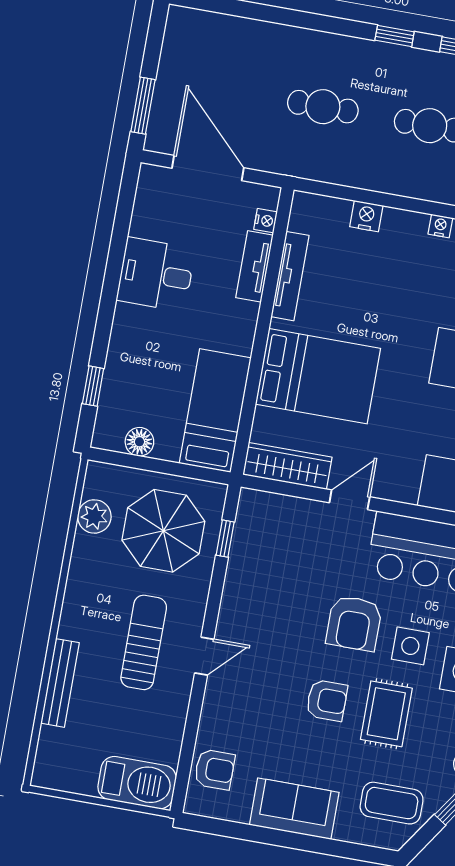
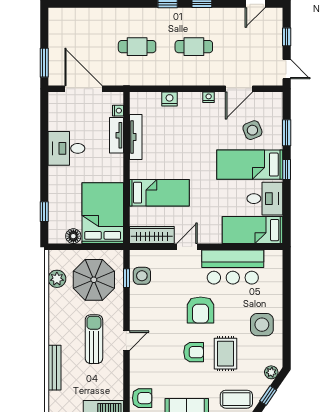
bed: (318, 376) -> (159, 193), width x0.67
bed: (215, 411) -> (103, 213), width x1.50
side table: (410, 646) -> (142, 276), moved

